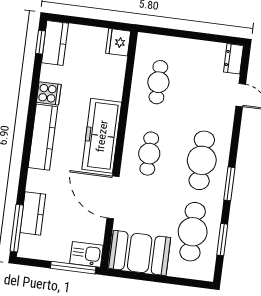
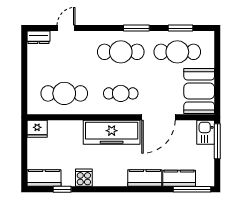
window: (40, 42) -> (62, 189), moved
cafe table: (158, 82) -> (64, 93), width x1.37, depth x1.35
kitchen counter: (43, 137) -> (145, 178), moved, width x0.67

